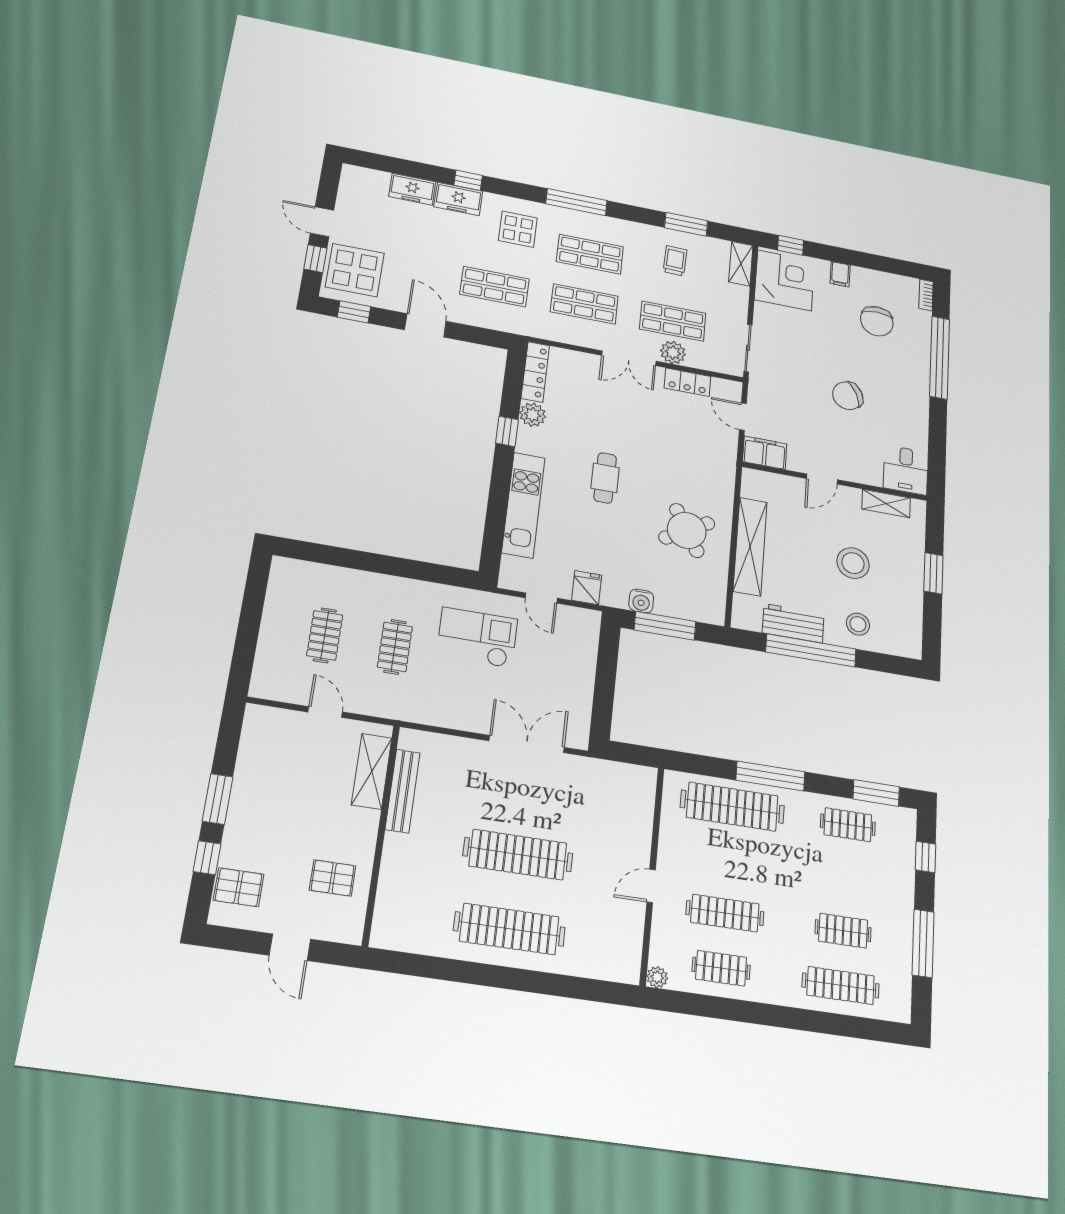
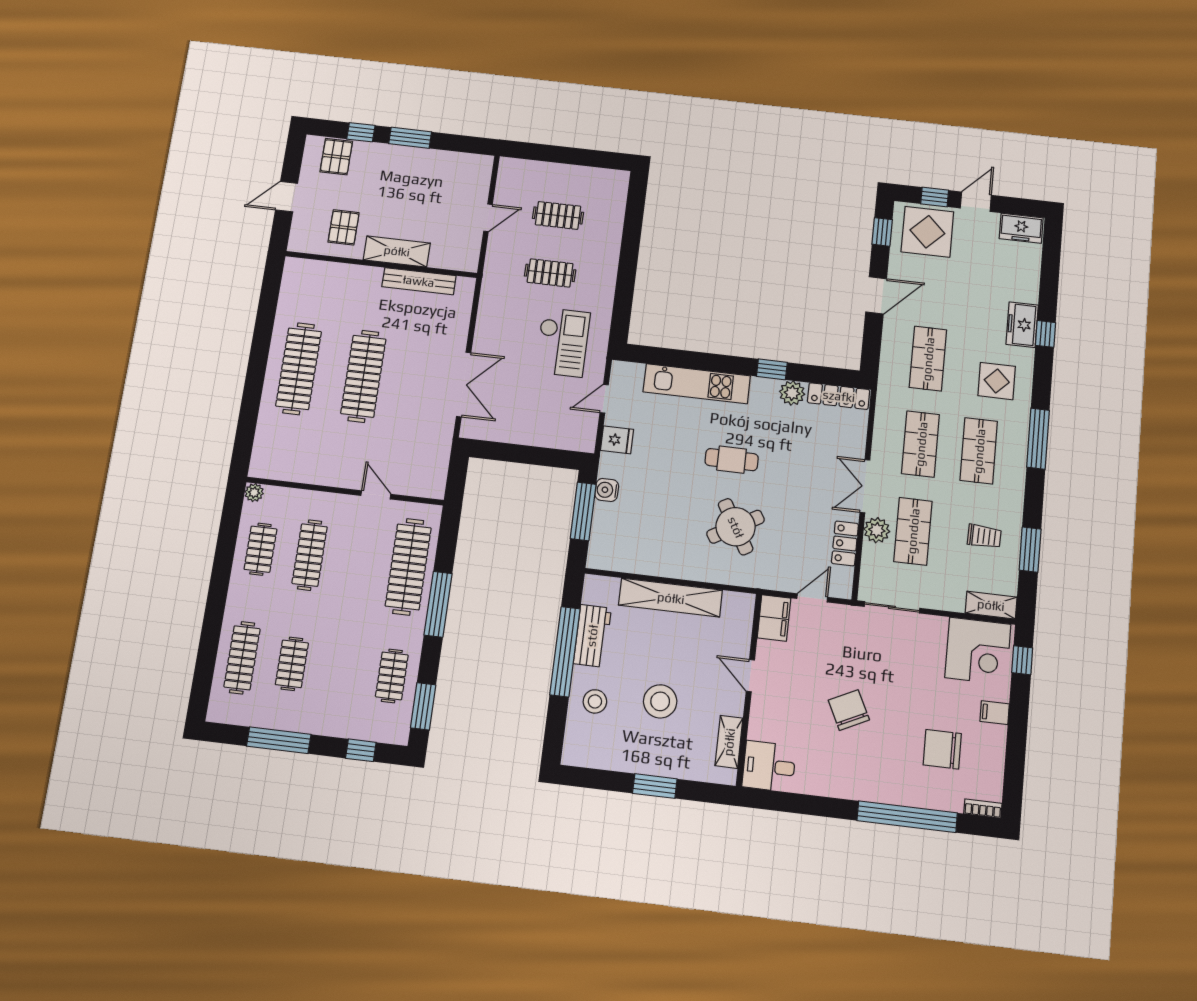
freezer: (412, 189) -> (1021, 228), moved, turned -90
round table: (687, 530) -> (736, 527), moved
shelving: (372, 771) -> (397, 251), moved
door: (651, 886) -> (376, 495), moved

